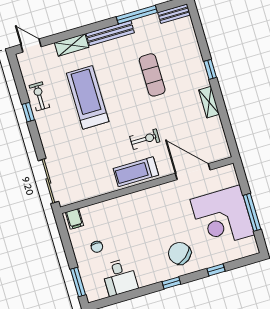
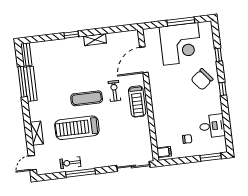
bench: (110, 33) -> (30, 84), moved
exercise mat: (152, 75) -> (87, 98), moved
window: (28, 112) -> (80, 173), width x2.17

